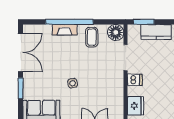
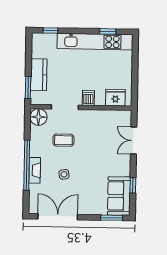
coffee table: (92, 37) -> (63, 140), moved
side table: (73, 83) -> (64, 174), moved
window: (21, 88) -> (112, 218), moved

